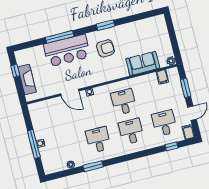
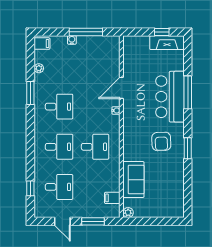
fireplace: (27, 80) -> (167, 43), moved
filing cabinet: (188, 132) -> (42, 44), moved
window: (34, 144) -> (86, 32), moved

